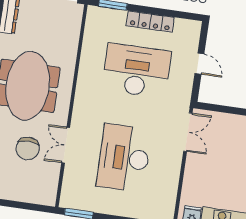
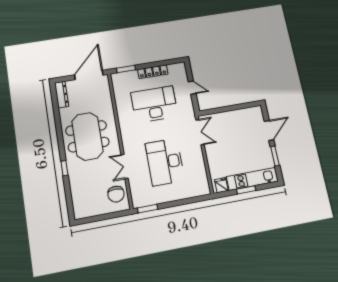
chair: (28, 148) -> (116, 194), moved

